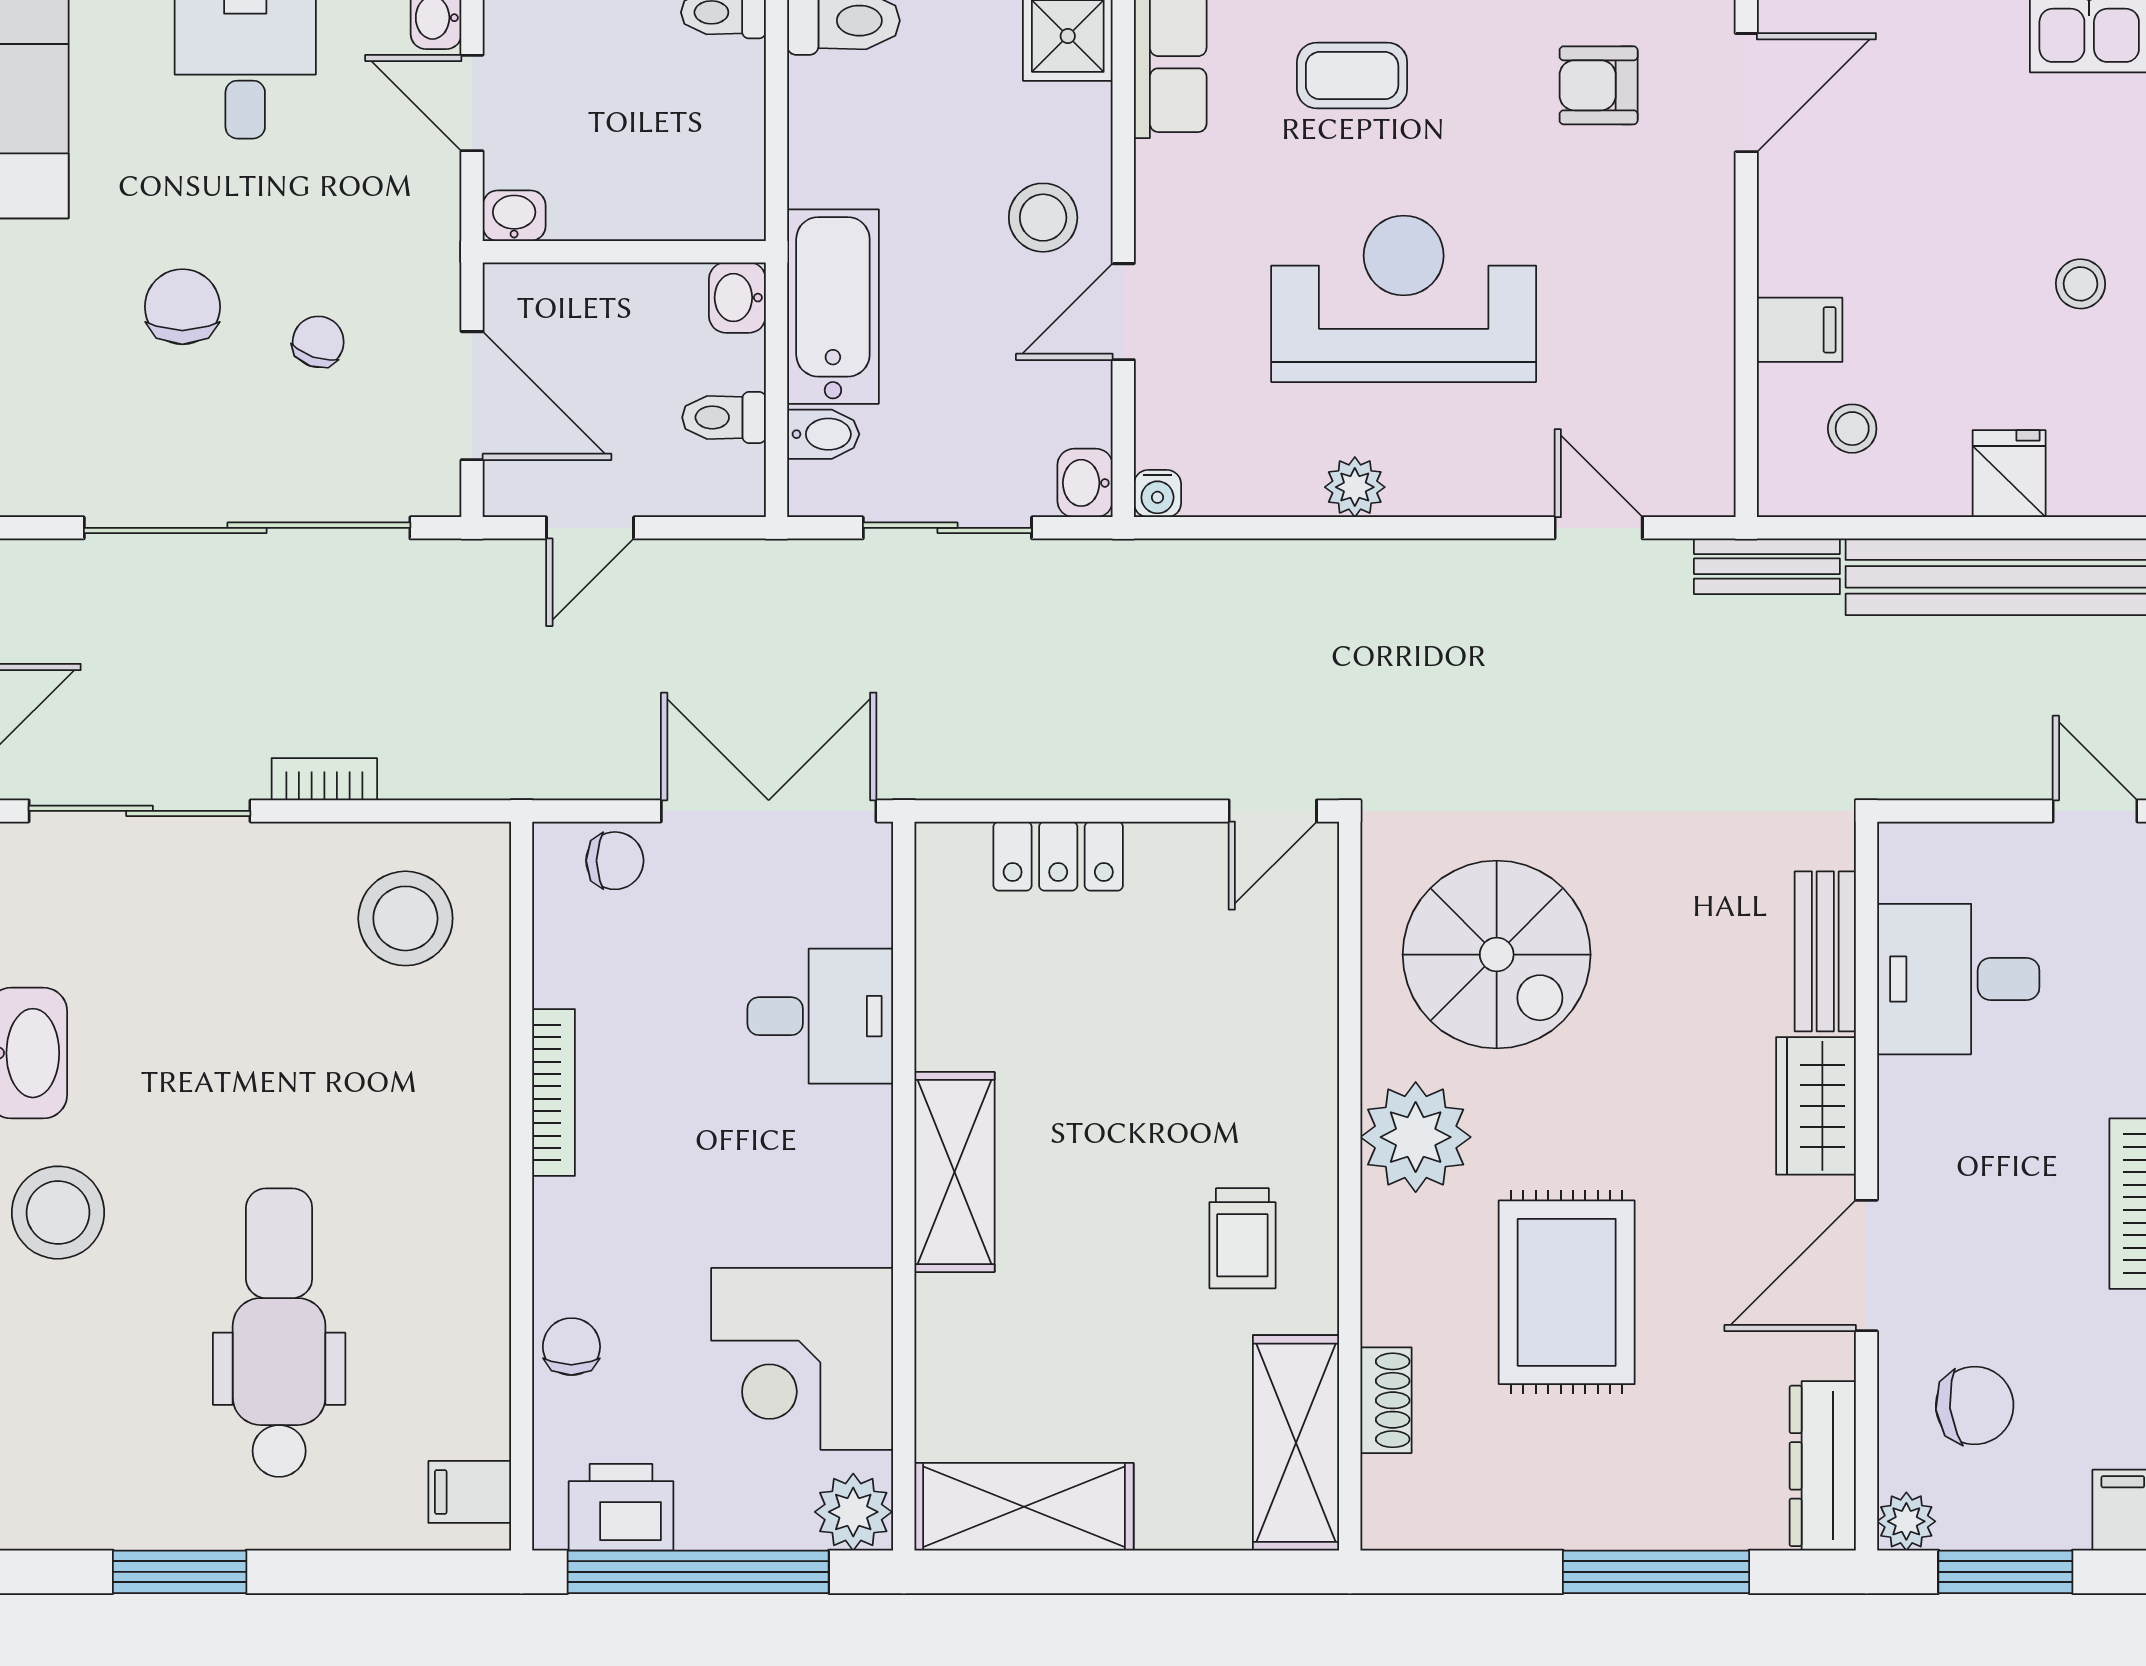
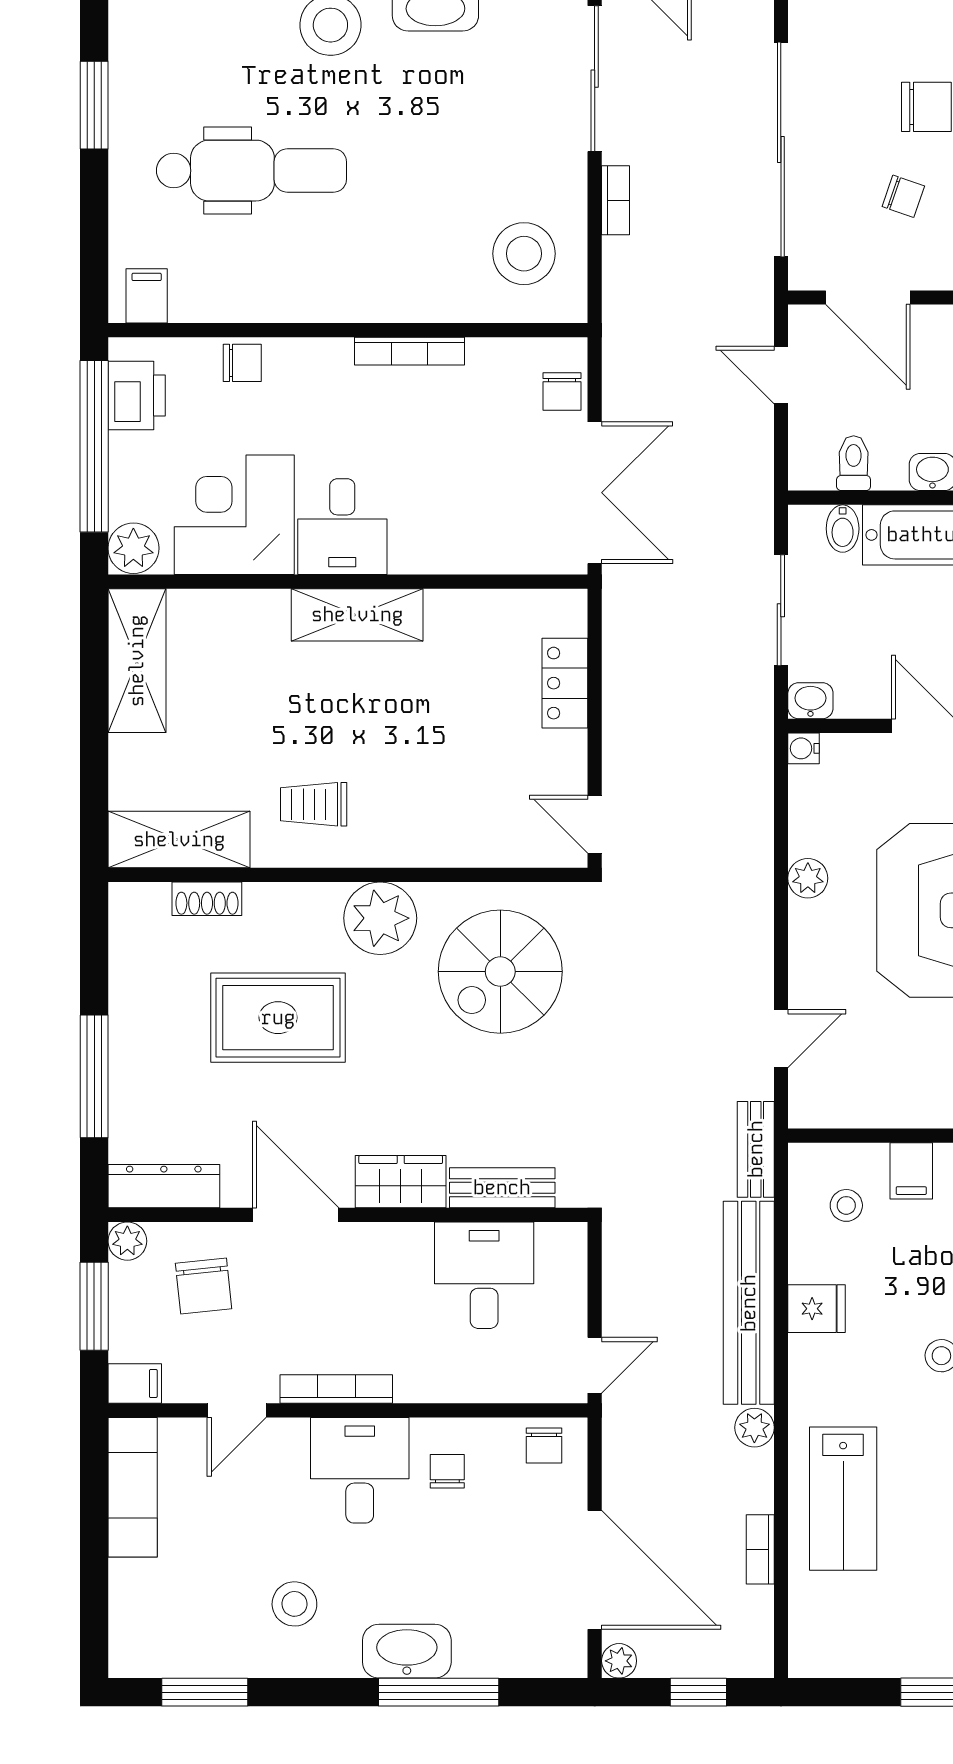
door: (472, 396) -> (868, 297), hinge flipped
desk: (820, 1016) -> (342, 527), moved

